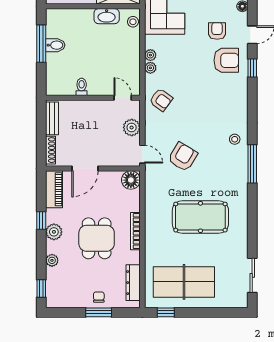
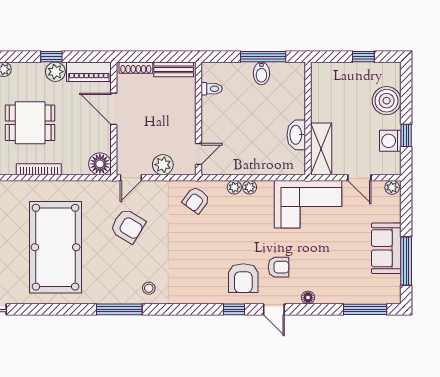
stool: (133, 22) -> (290, 166), removed
toilet: (82, 87) -> (212, 89), moved
pool table: (200, 217) -> (56, 247), width x1.36, depth x1.32
plant: (54, 232) -> (55, 72), moved

